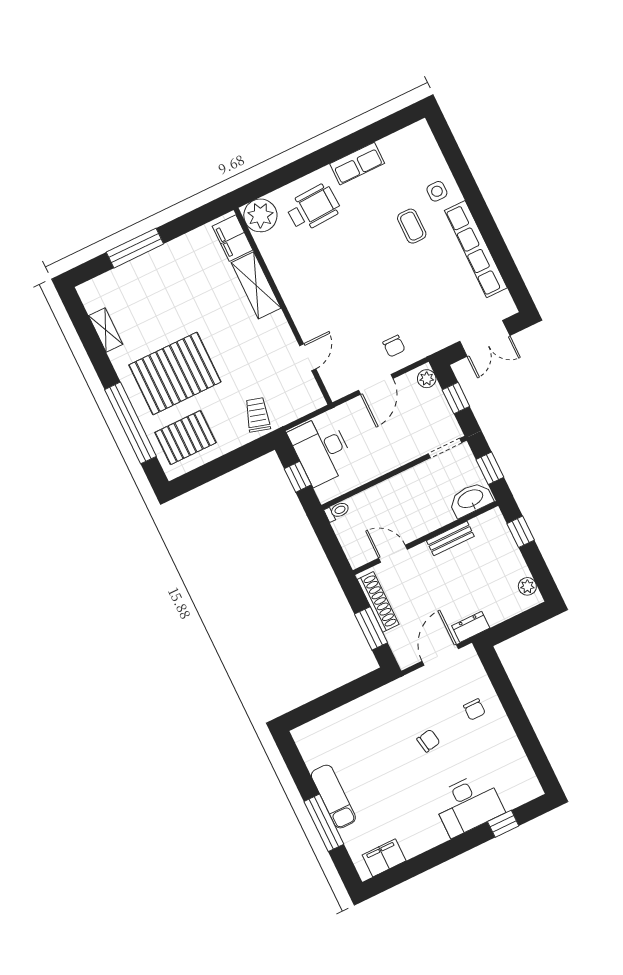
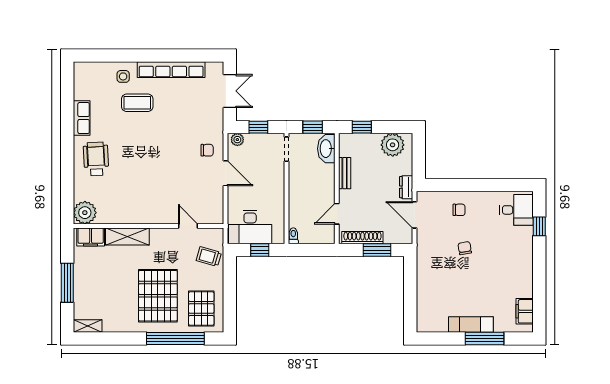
plant: (260, 215) -> (85, 213), moved
coffee table: (412, 226) -> (137, 103), width x1.36, depth x1.30
filing cabinet: (233, 238) -> (91, 237), moved
shelving: (256, 285) -> (127, 236), moved
wall: (283, 306) -> (149, 226), moved
shelving: (106, 330) -> (88, 326), moved
door: (308, 357) -> (188, 226), moved
plant: (527, 586) -> (393, 145), width x1.87, depth x1.87
desk: (468, 804) -> (517, 210), moved, width x0.73

